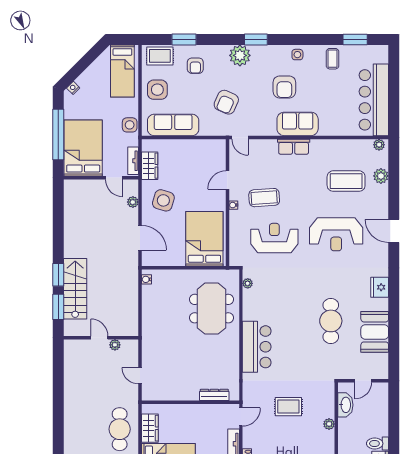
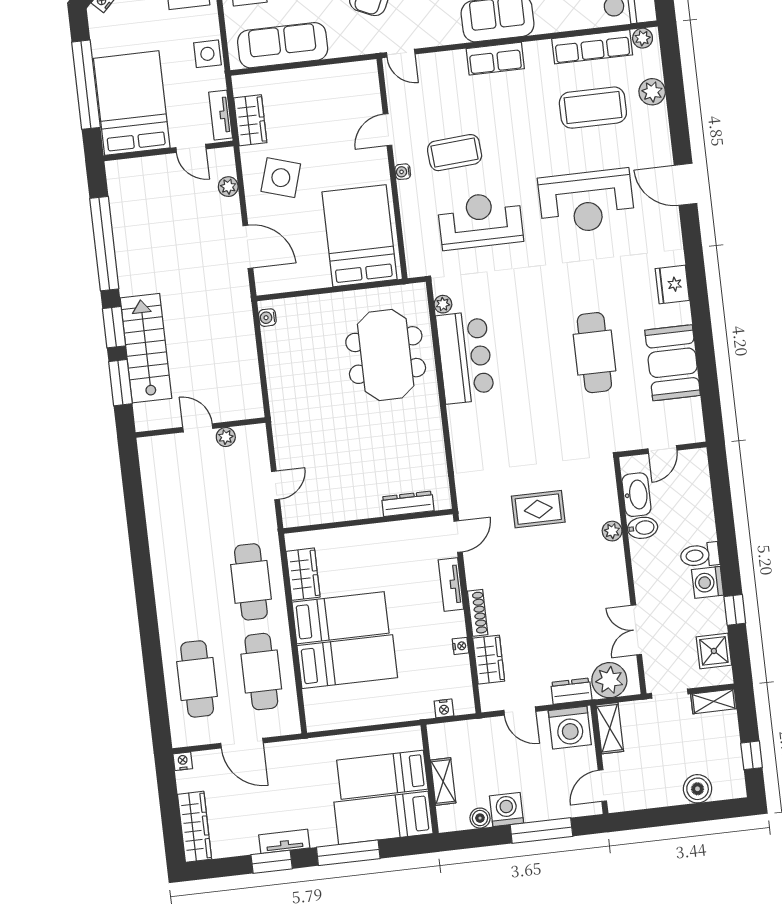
row of seats: (350, 146) -> (592, 47), added
window: (58, 226) -> (104, 244), added
bar counter: (257, 347) -> (465, 357), moved
door: (140, 376) -> (276, 485), swing flipped
bidet: (347, 424) -> (642, 528), added

